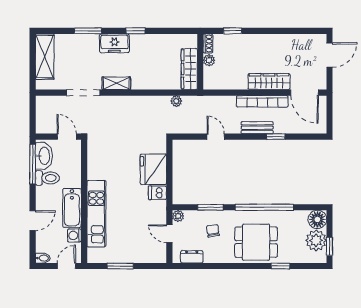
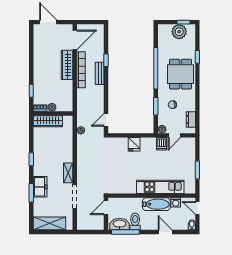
freezer: (114, 43) -> (40, 187), moved
wardrobe: (189, 69) -> (48, 121), moved
door: (216, 137) -> (106, 120), moved
fridge: (153, 169) -> (134, 144), width x0.53, depth x0.75
dishwasher: (157, 193) -> (161, 144), moved
floor lamp: (317, 219) -> (164, 31), removed

